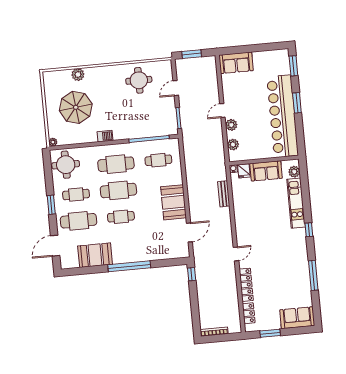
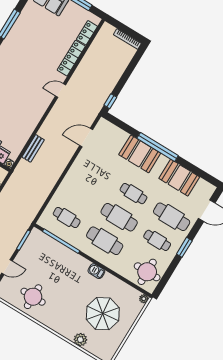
booth: (173, 202) -> (140, 154), moved, turned 90

